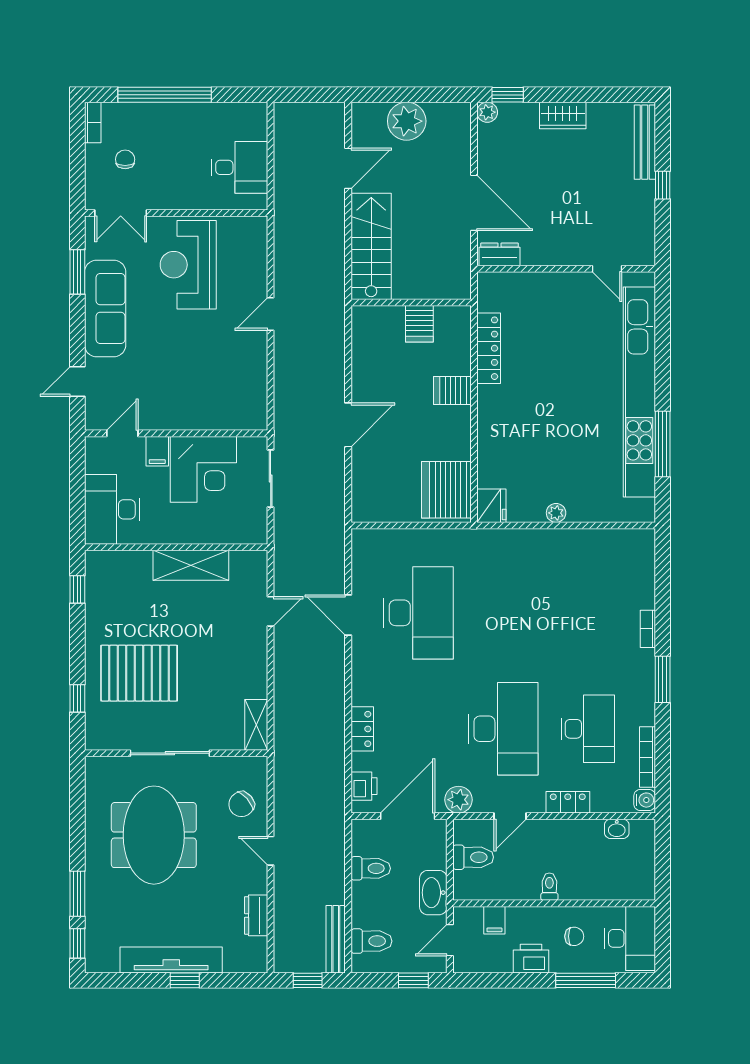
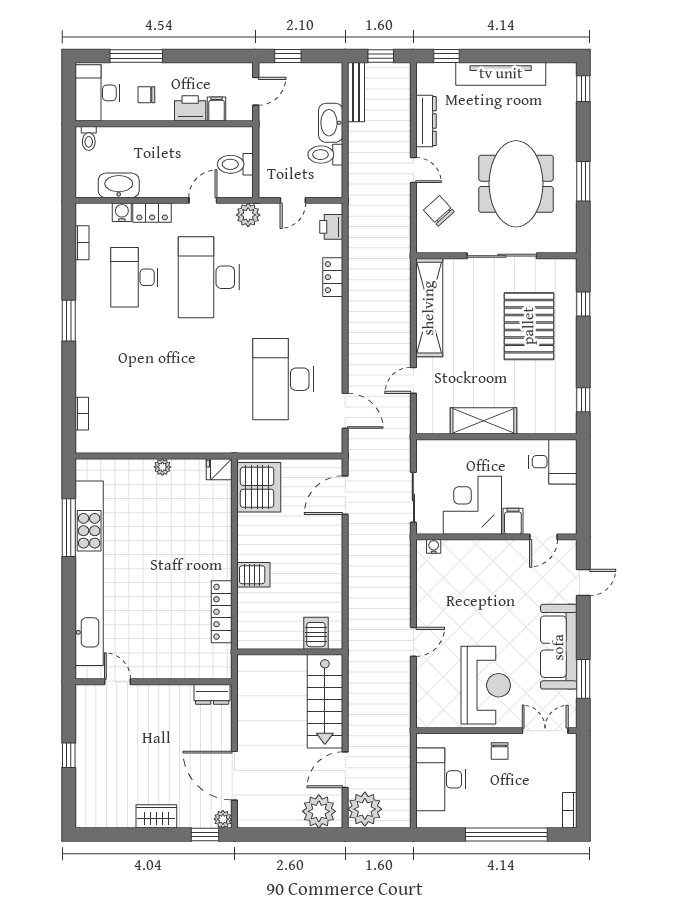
plant: (407, 121) -> (319, 811), moved
plant: (326, 124) -> (365, 809), added
bench: (645, 142) -> (84, 793), removed
chair: (125, 159) -> (500, 751), moved
desk: (240, 167) -> (441, 779), width x1.37
door: (474, 203) -> (234, 776), moved
server rack: (419, 324) -> (316, 633), moved
water cooler: (247, 423) -> (434, 546), added
door: (348, 425) -> (345, 495), moved
fridge: (491, 506) -> (219, 469), width x0.72
desk: (112, 509) -> (553, 462), width x0.73
door: (348, 615) -> (345, 411), moved
bookcase: (648, 629) -> (82, 414), moved
pallet: (139, 673) -> (529, 326), turned 90
shelving: (256, 725) -> (429, 308), width x2.20, depth x1.33
bookcase: (647, 757) -> (82, 243), width x0.64
water cooler: (645, 800) -> (122, 212), moved, turned 90
chair: (241, 804) -> (439, 211), turned -91
door: (408, 816) -> (293, 200), width x0.53
washbasin: (617, 829) -> (119, 185), width x1.91, depth x1.45
toilet: (549, 887) -> (89, 138), moved
washbasin: (433, 893) -> (331, 123), moved, turned 180
window: (77, 894) -> (583, 181), moved
dresser: (256, 915) -> (426, 121), width x1.44
toilet: (371, 941) -> (325, 91), removed
printer: (531, 959) -> (190, 108), moved, turned 180
window: (185, 980) -> (447, 56), moved

